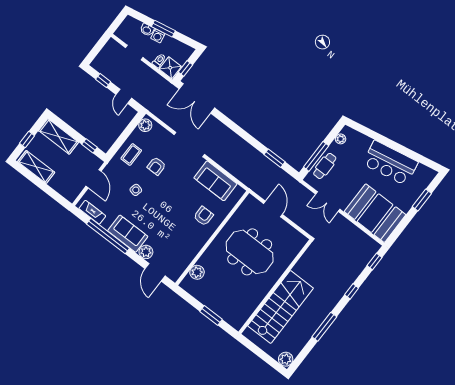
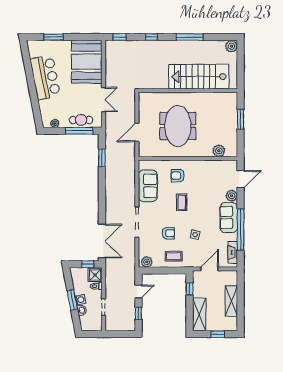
shelving: (36, 167) -> (231, 301), moved
coffee table: (176, 201) -> (182, 202), added

